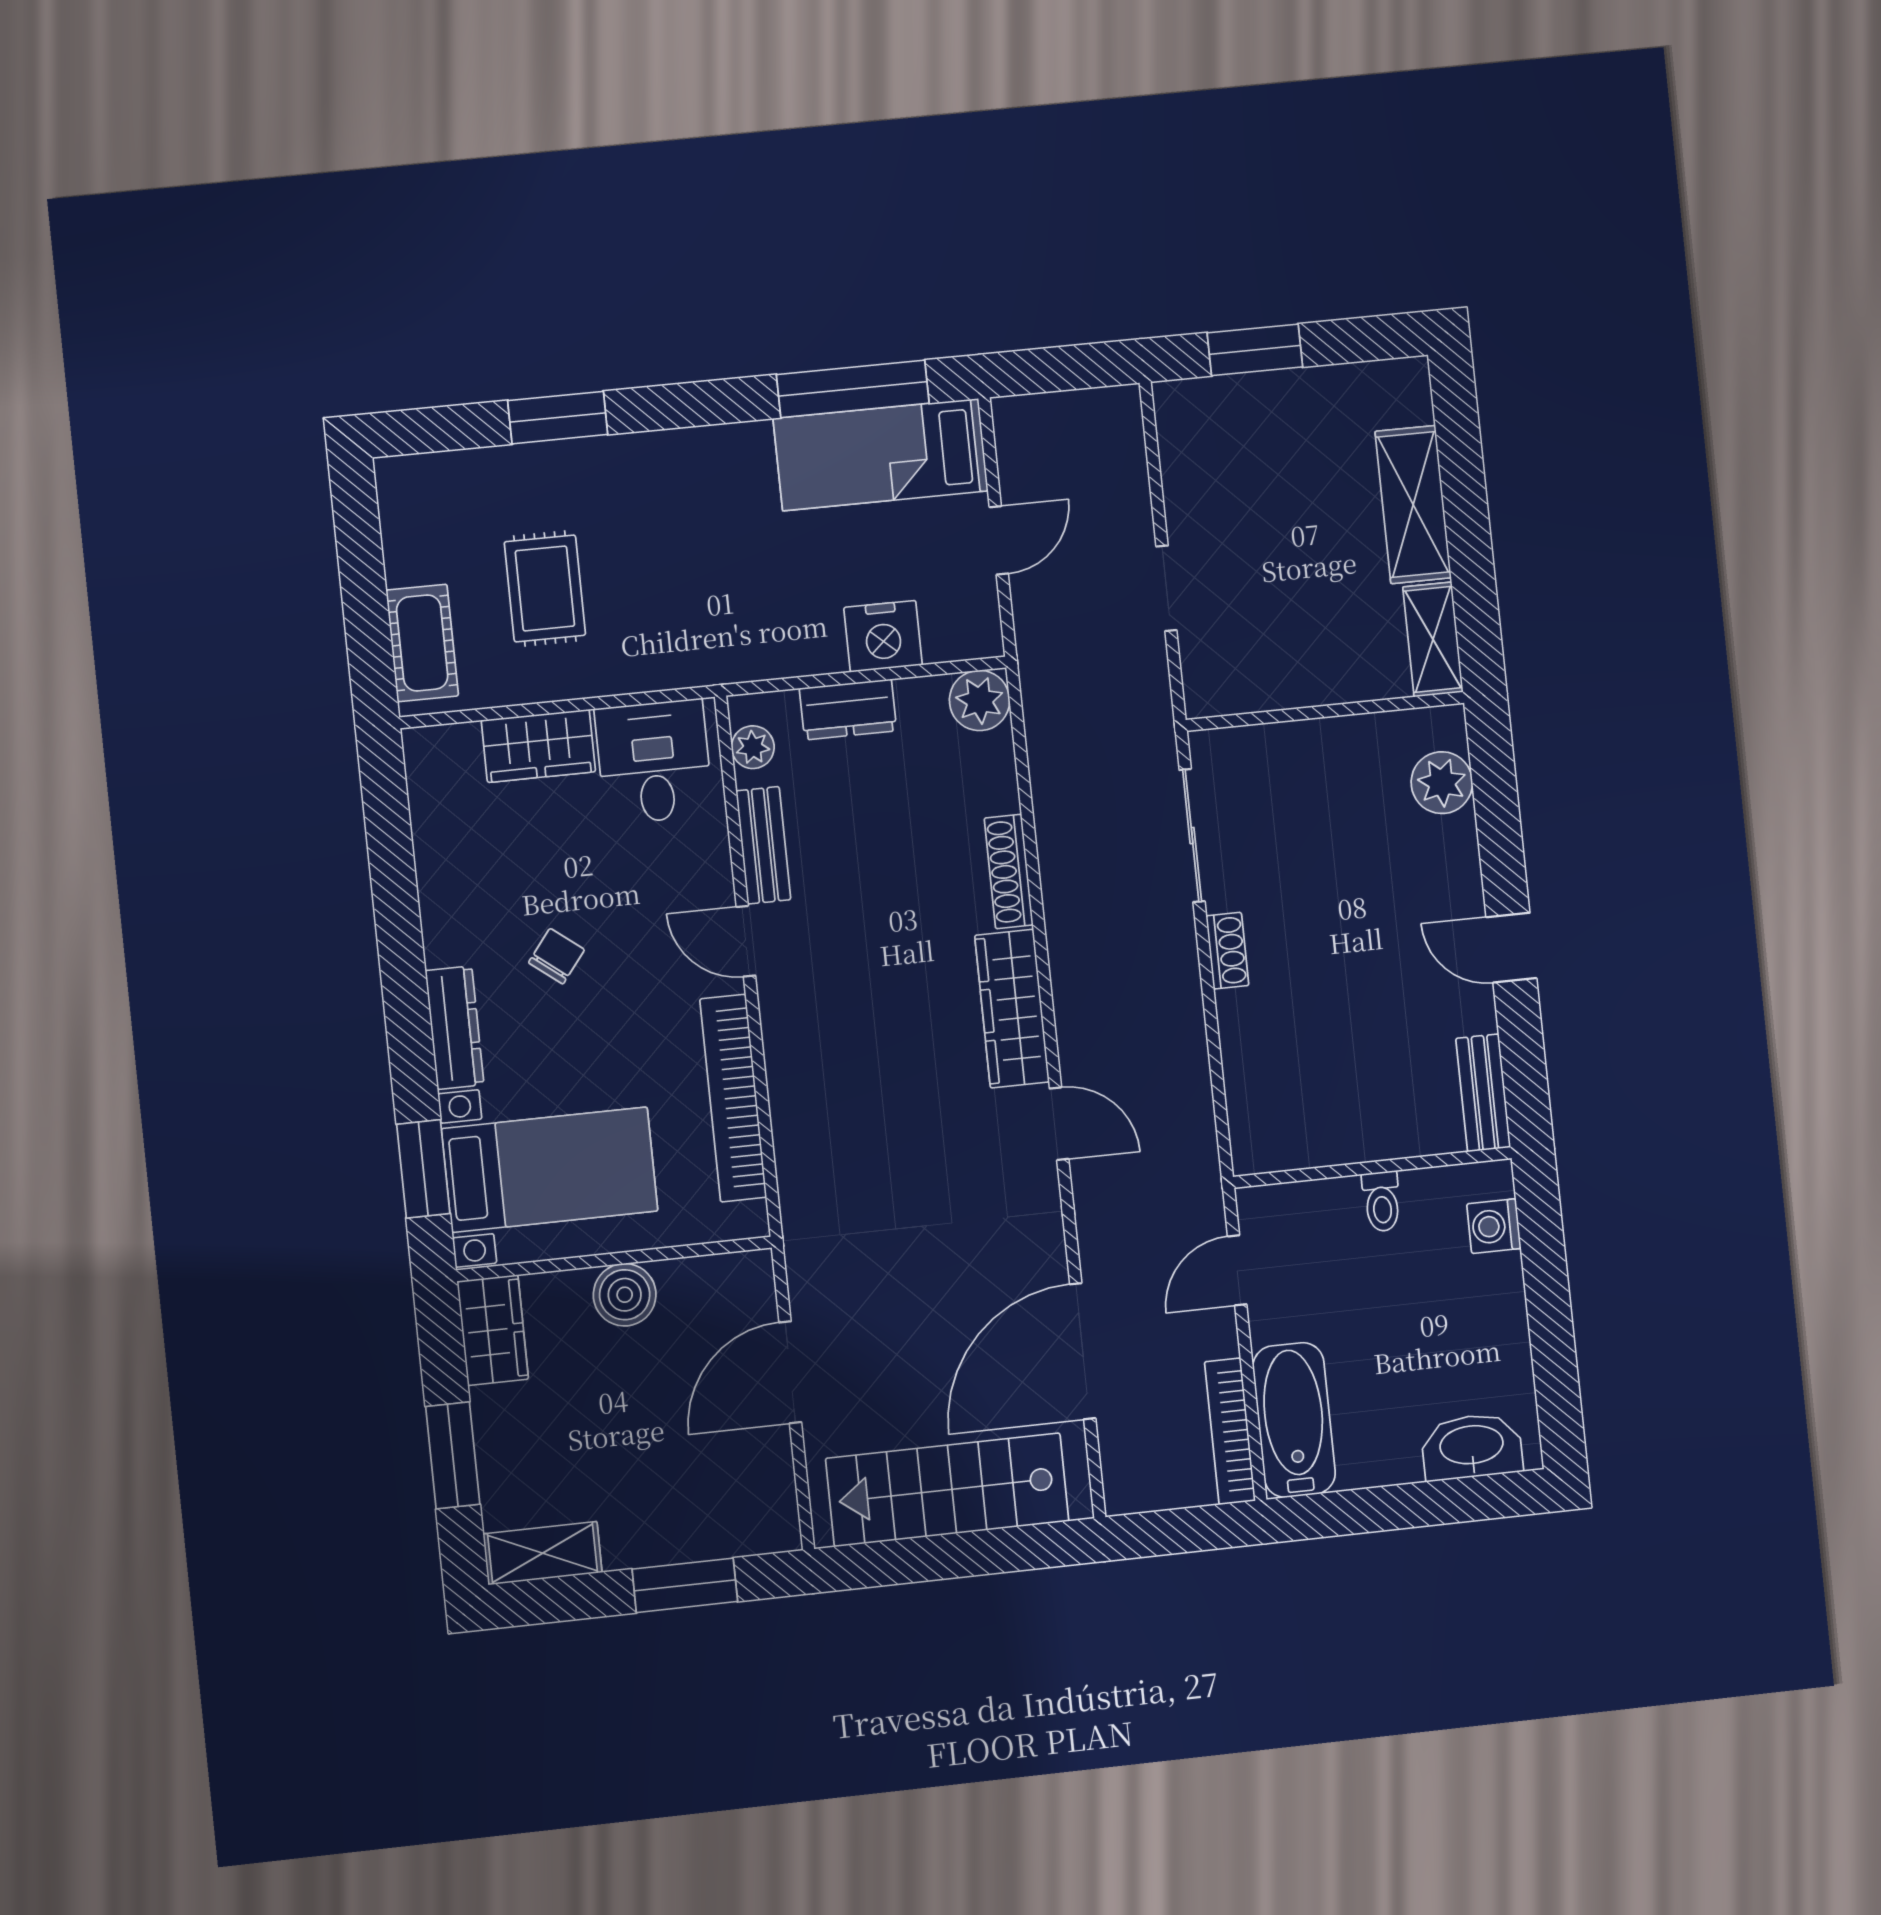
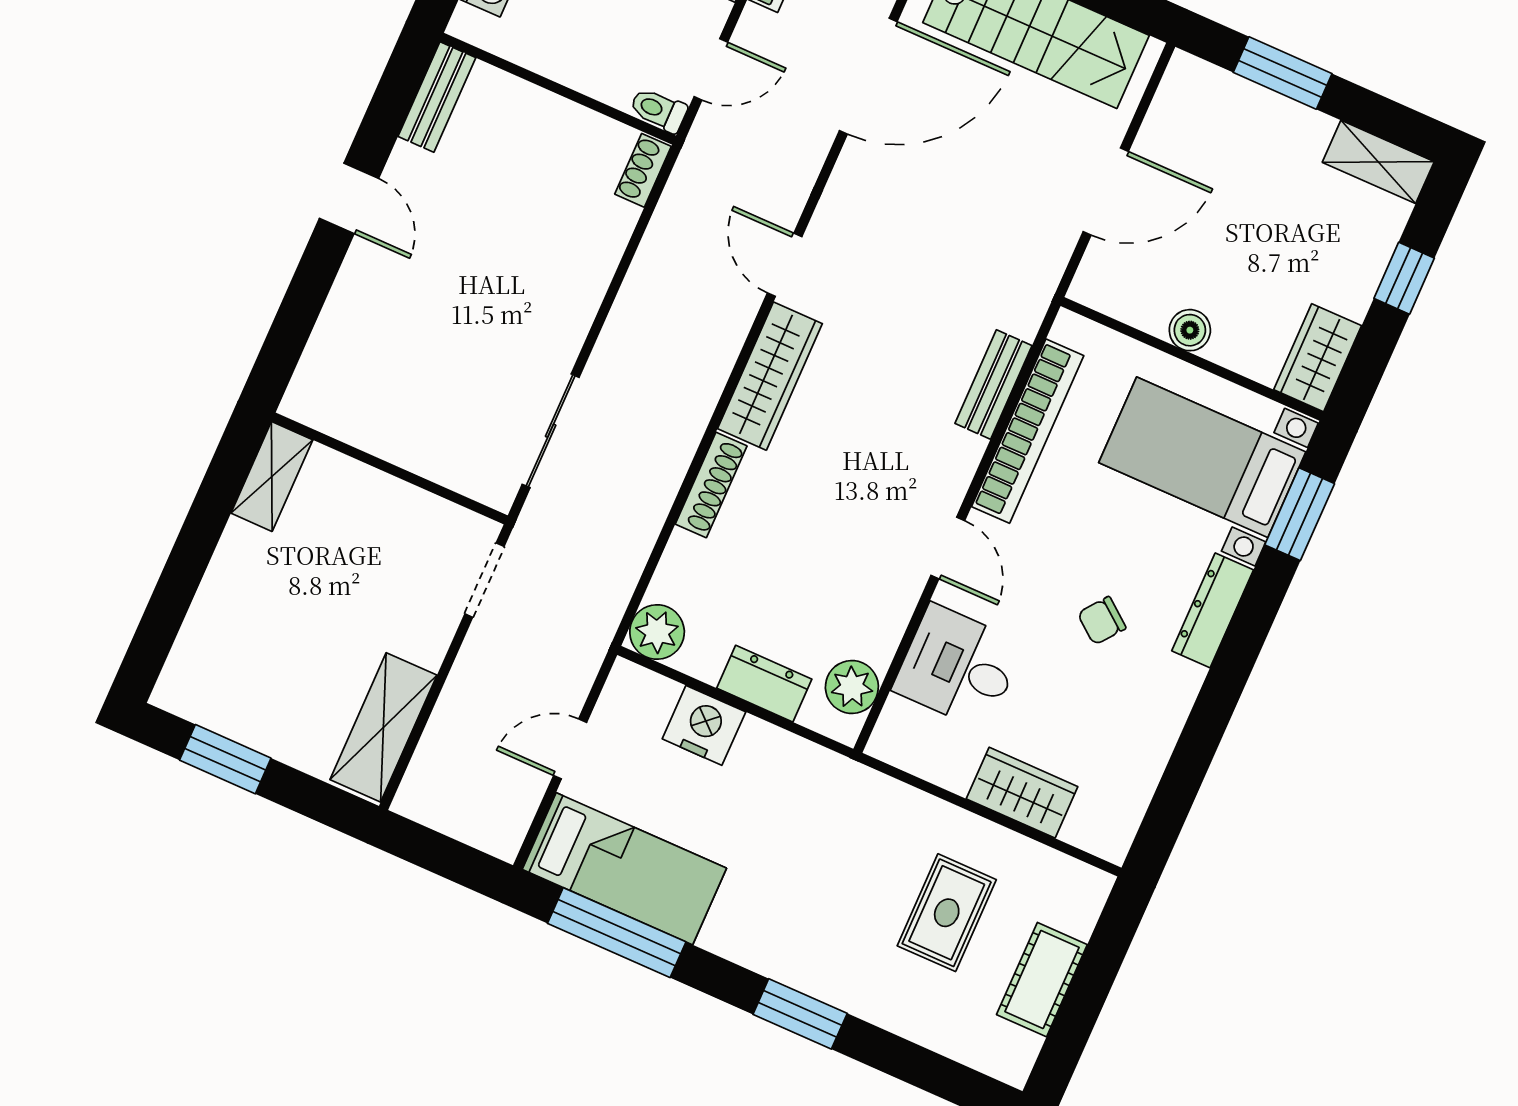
window: (1255, 350) -> (225, 759), moved
window: (558, 418) -> (800, 1014), moved
shelving: (1413, 505) -> (383, 727), moved
doorway: (1166, 588) -> (484, 580), moved
cot: (422, 643) -> (1042, 980), moved
plant: (753, 747) -> (852, 687), width x1.38, depth x1.38
desk: (654, 762) -> (958, 667), moved, turned 90
plant: (1442, 783) -> (329, 360), removed
bench: (763, 845) -> (993, 384), moved
shoe rack: (1227, 951) -> (643, 170), moved
toilet: (1382, 1201) -> (658, 110), moved, turned -90
boiler: (625, 1295) -> (1190, 330), width x0.73, depth x0.73
window: (453, 1455) -> (1404, 278), width x0.67

